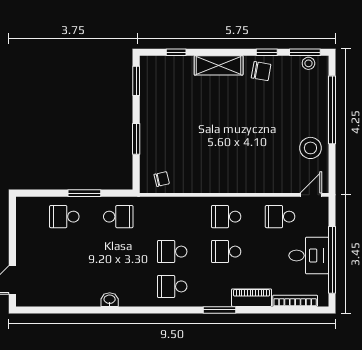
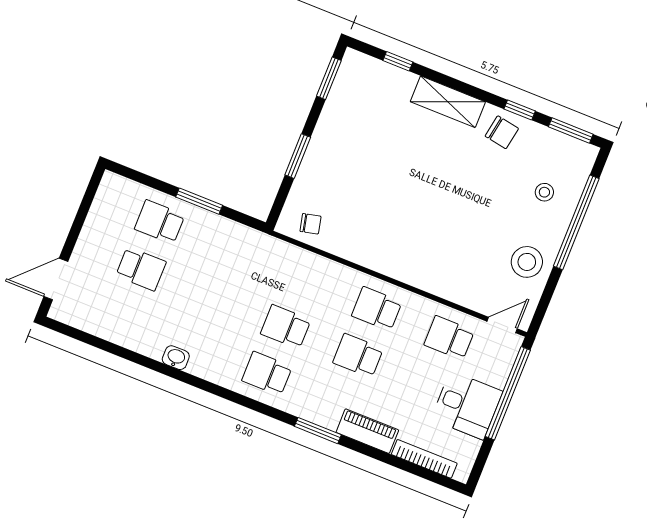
stool: (308, 63) -> (544, 192), moved
school desk: (118, 217) -> (141, 269), moved
window: (332, 260) -> (508, 393), moved

